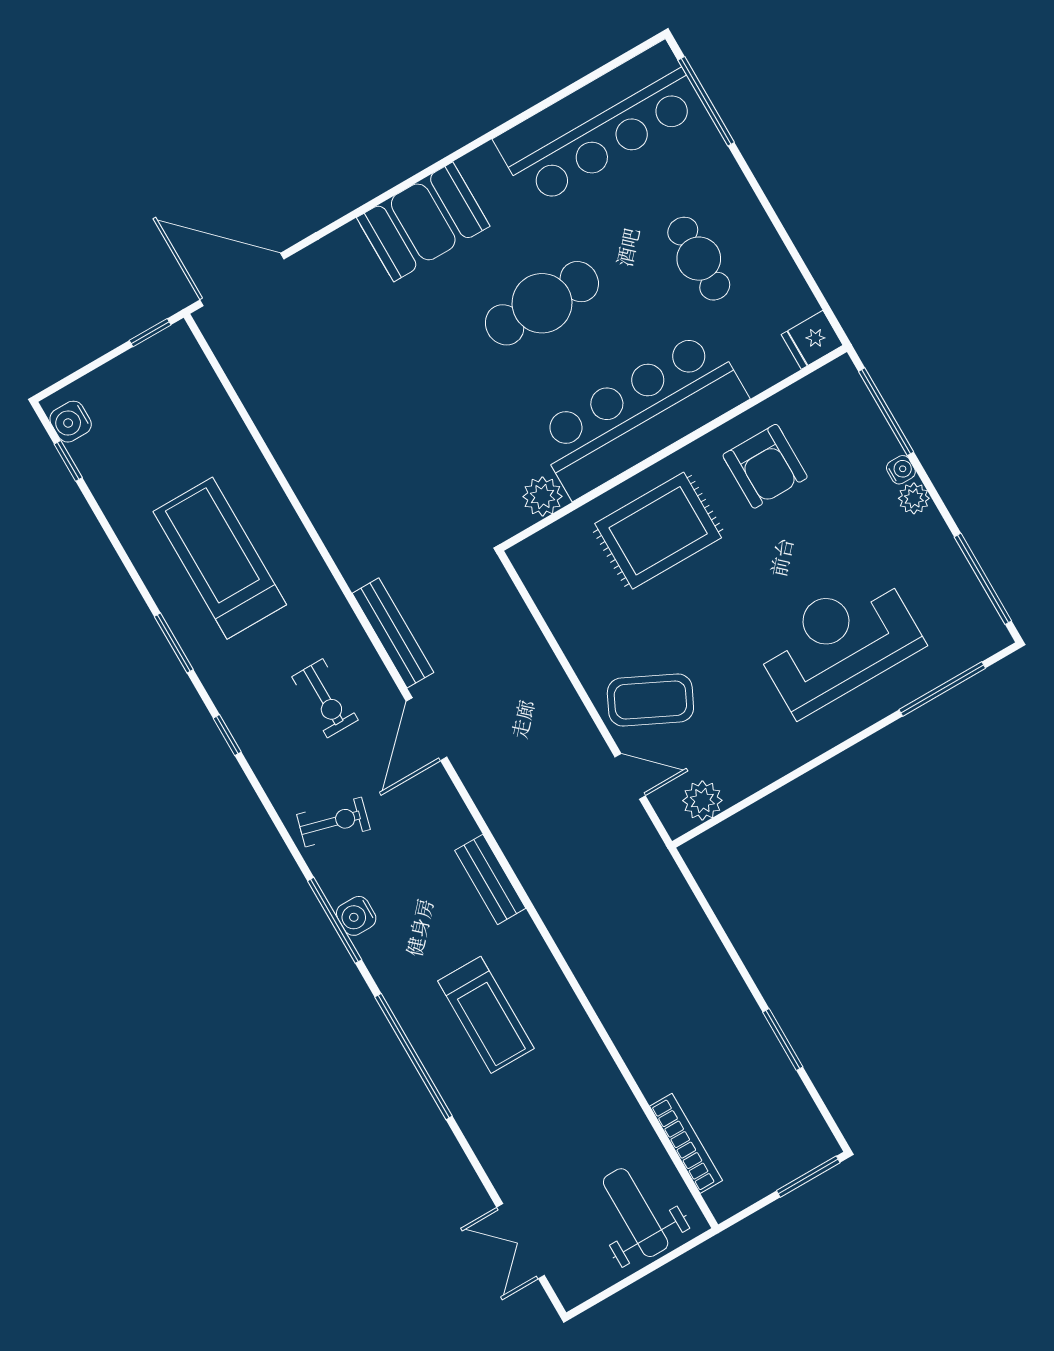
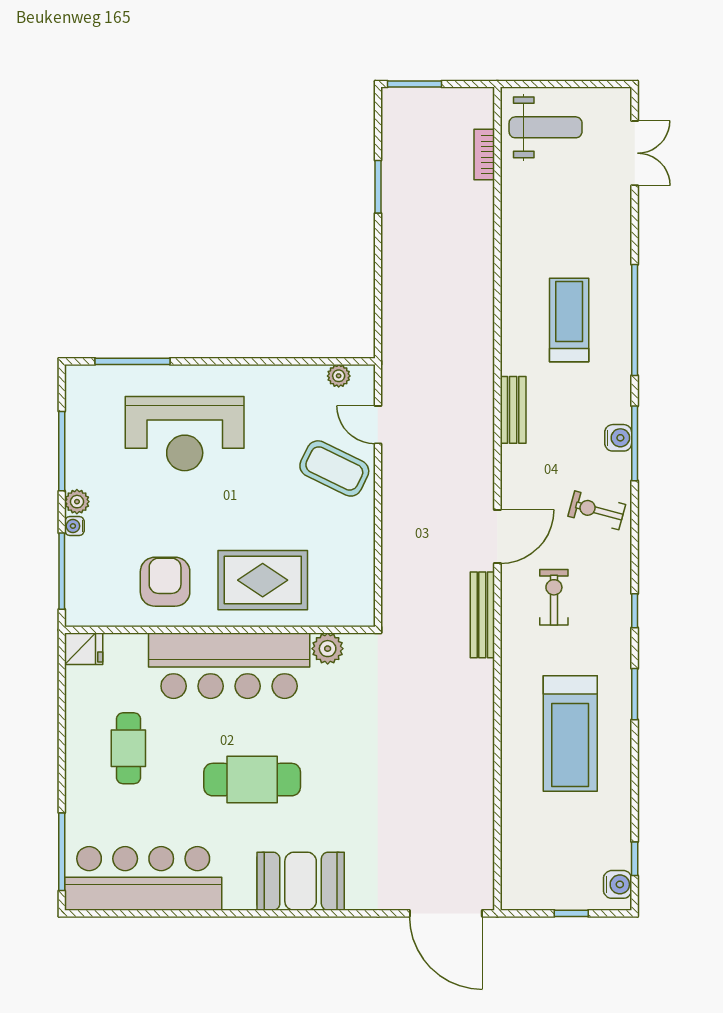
window: (150, 333) -> (571, 913), moved
window: (983, 579) -> (62, 451), moved
plant: (702, 801) -> (339, 376), width x0.73, depth x0.73
bookcase: (686, 1143) -> (484, 155), width x0.64
weight bench: (636, 1213) -> (546, 127), turned -90

